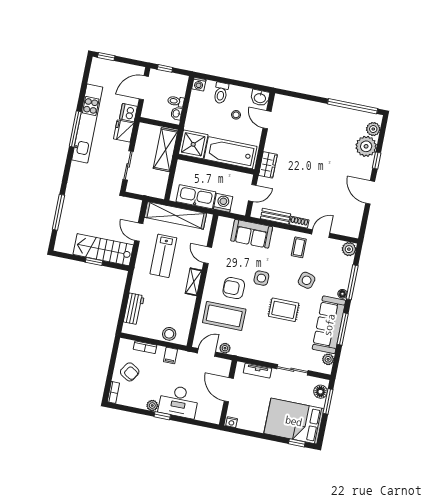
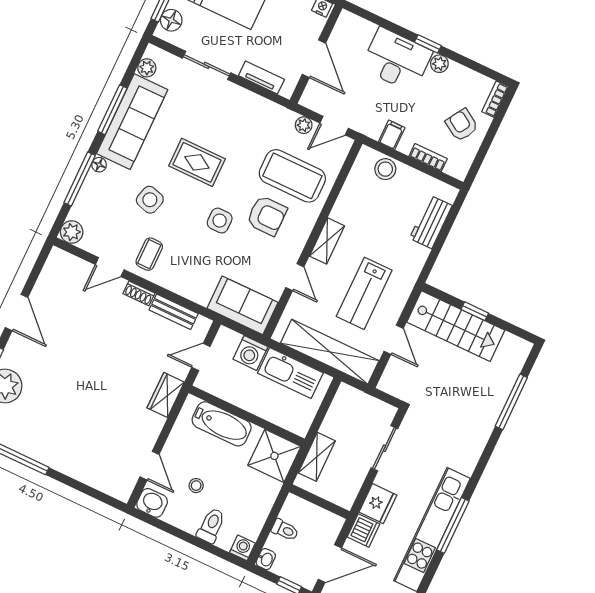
washbasin: (176, 113) -> (266, 559), moved
shelving: (166, 150) -> (317, 457), width x0.67, depth x0.75
bathtub: (230, 153) -> (222, 424), width x0.73, depth x0.73
sofa: (252, 234) -> (242, 305), moved
lab bench: (163, 256) -> (364, 293), turned 180

